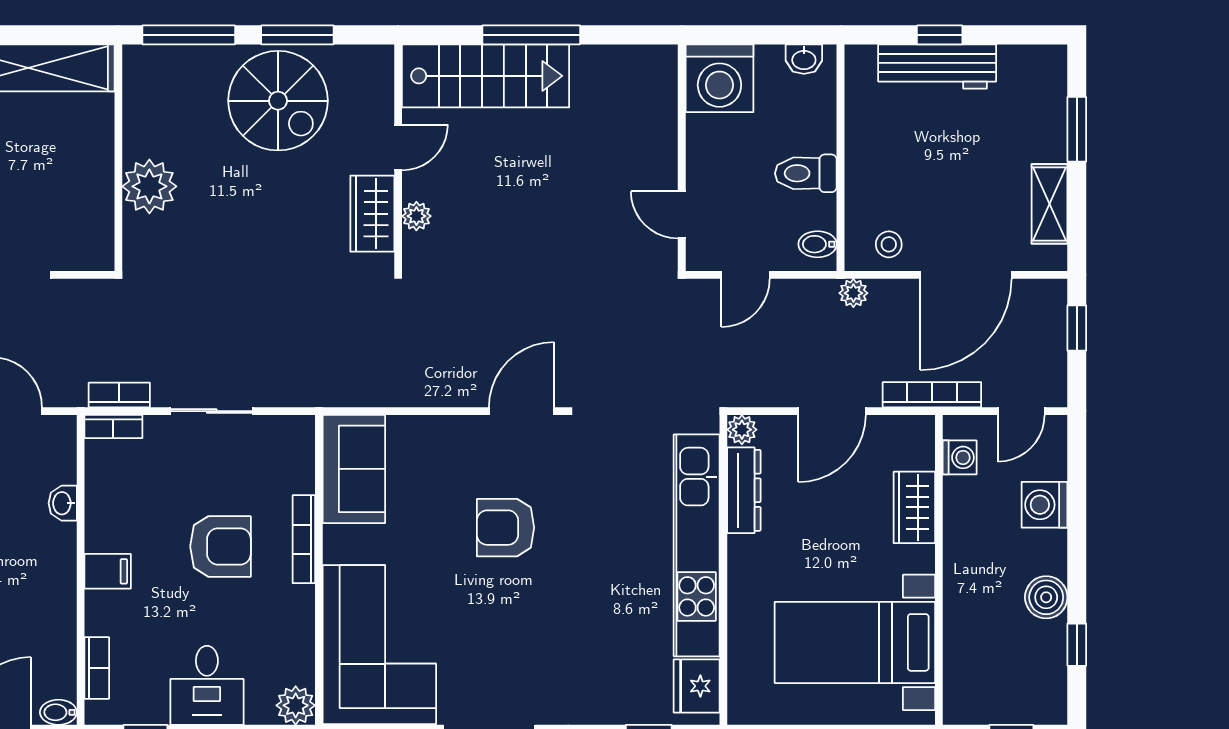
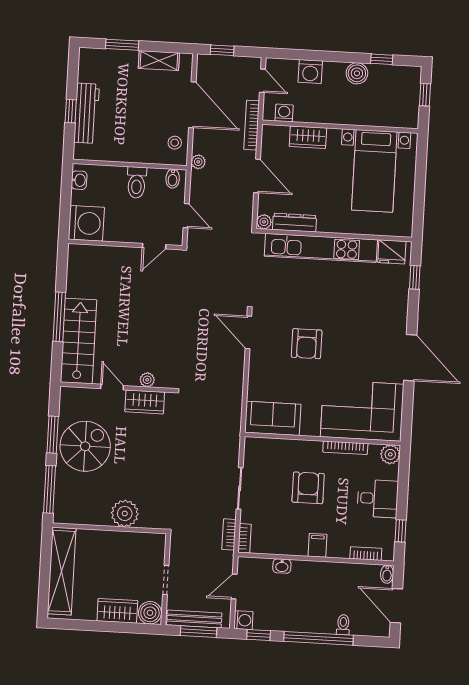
bookcase: (304, 539) -> (345, 448), moved

